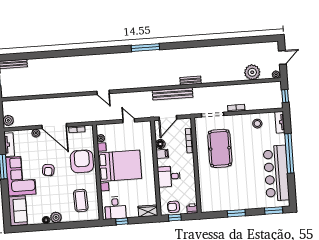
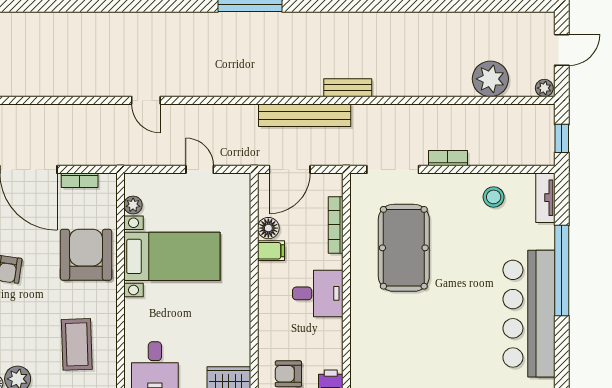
bed with nightstands: (120, 166) -> (172, 256), width x0.73
desk: (169, 176) -> (318, 293), moved, turned 180

